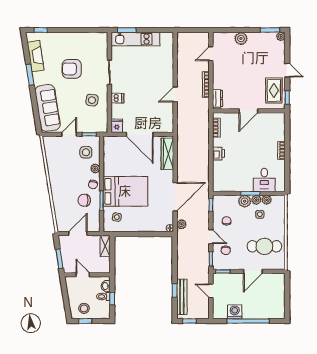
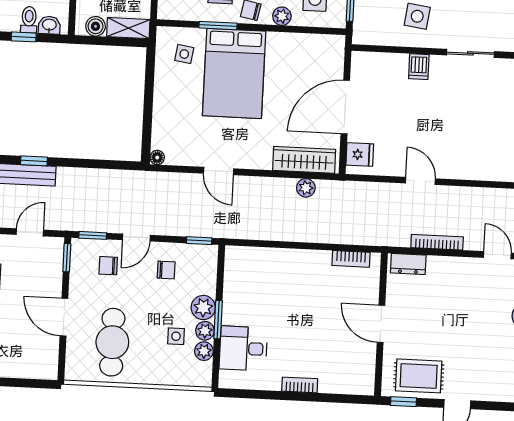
fridge: (117, 126) -> (360, 155), moved
printer: (218, 154) -> (300, 260), removed
door: (175, 197) -> (219, 171), width x0.53
plant: (182, 224) -> (306, 188), moved
boiler: (105, 263) -> (96, 26), added

